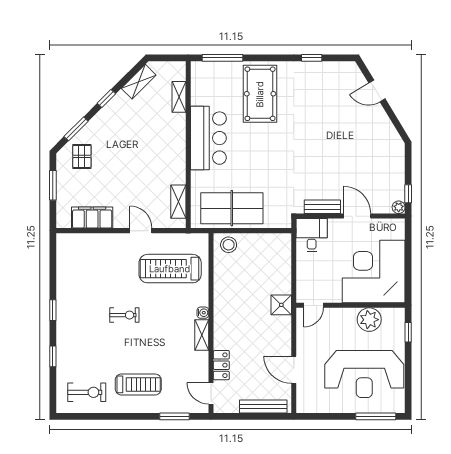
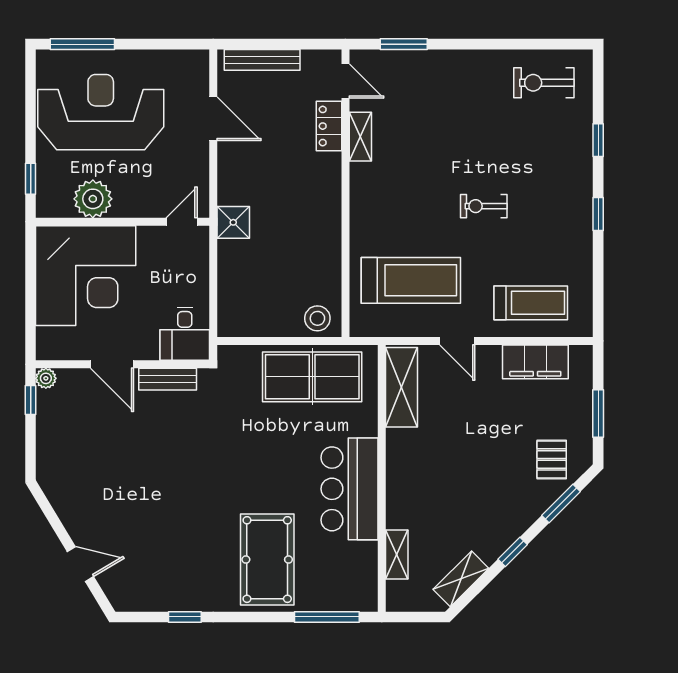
shelving: (178, 202) -> (402, 387), width x1.50, depth x1.33
water cooler: (203, 313) -> (358, 210), removed
shelving: (202, 335) -> (360, 137), moved
treadmill: (138, 384) -> (531, 303), moved, turned 180

